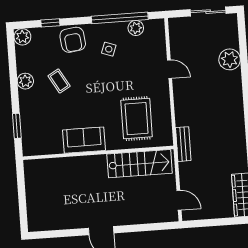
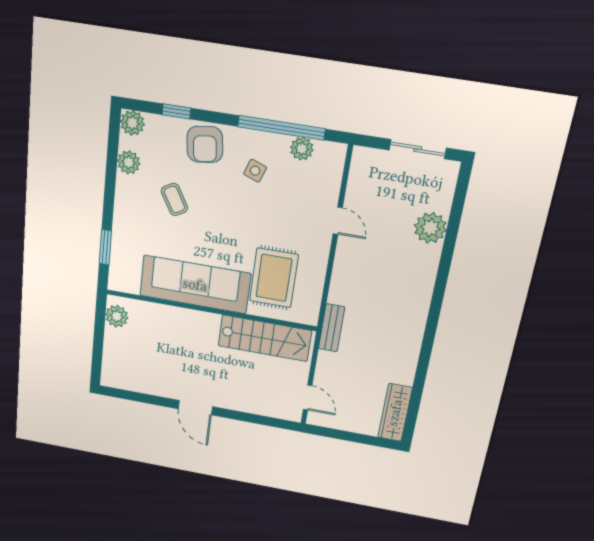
plant: (25, 81) -> (129, 162), moved
sofa: (84, 140) -> (195, 285), width x1.85, depth x1.27
plant: (32, 175) -> (117, 316), added

